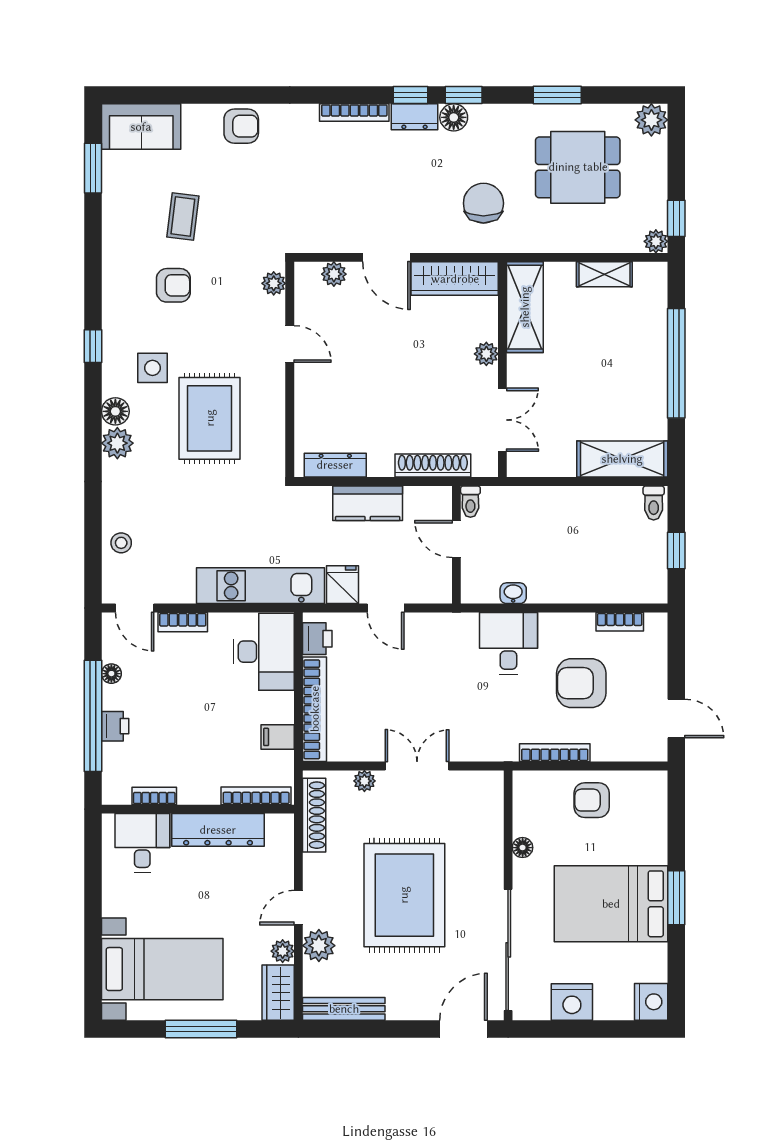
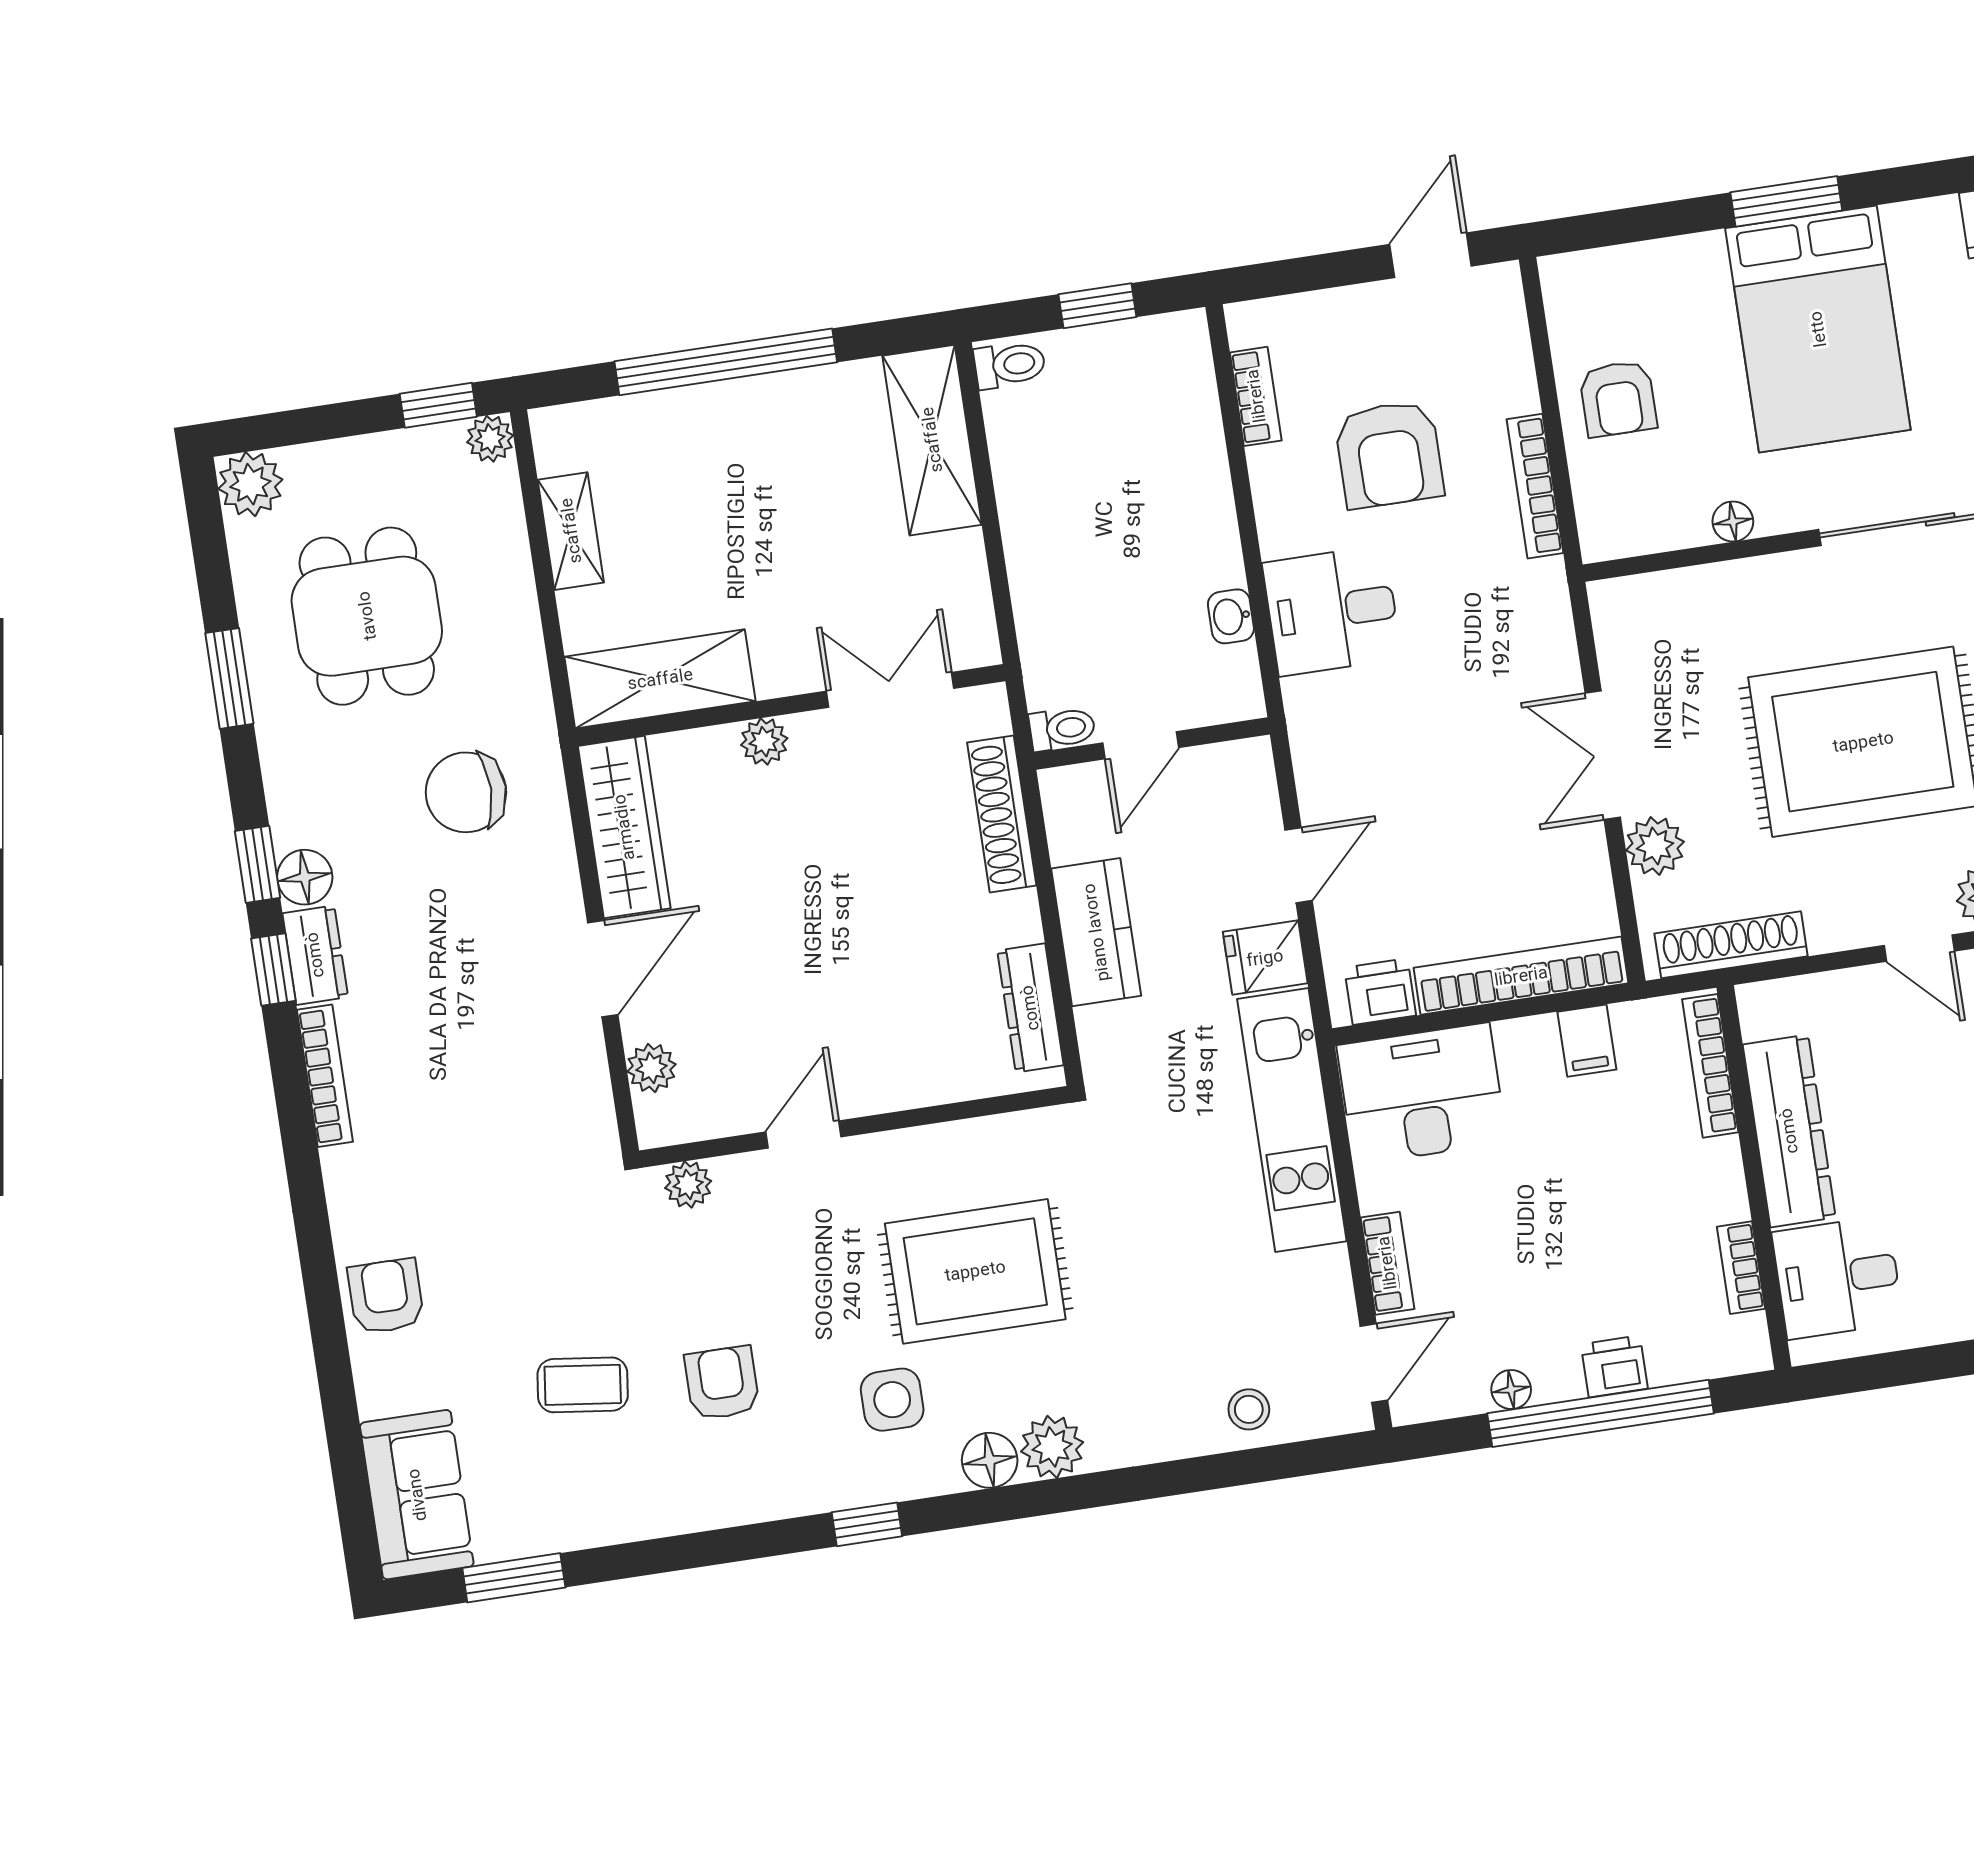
plant: (364, 781) -> (1655, 846), width x1.38, depth x1.38

